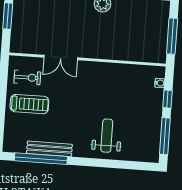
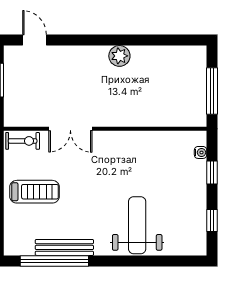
exercise bike: (27, 77) -> (23, 141), moved
weight bench: (107, 136) -> (137, 225), width x1.36, depth x1.33
window: (165, 136) -> (212, 221), width x0.46

